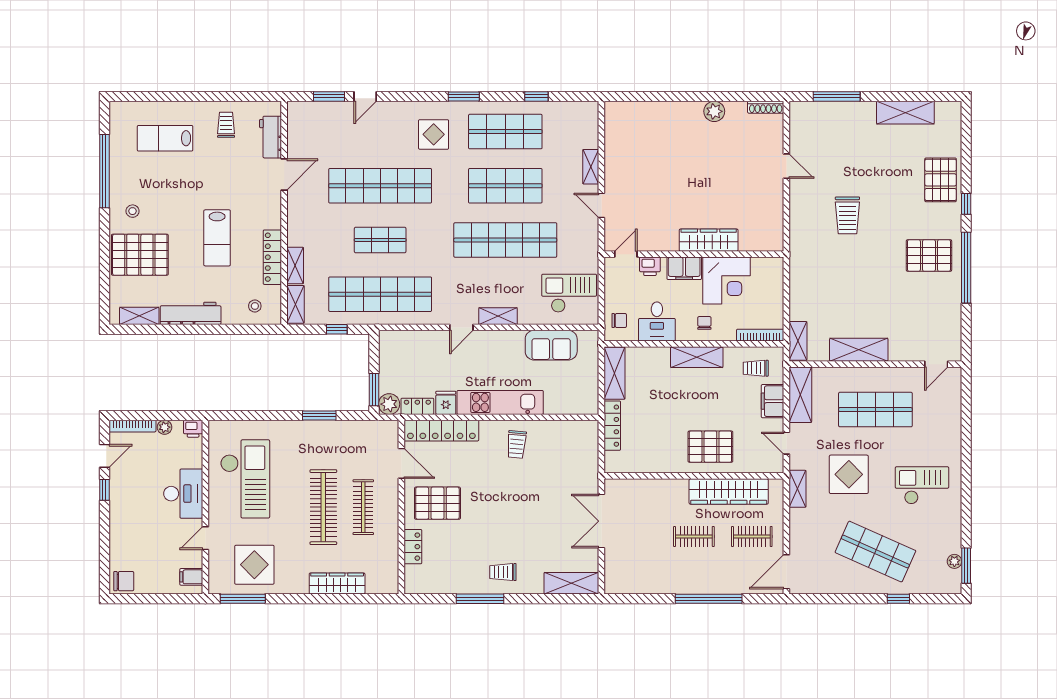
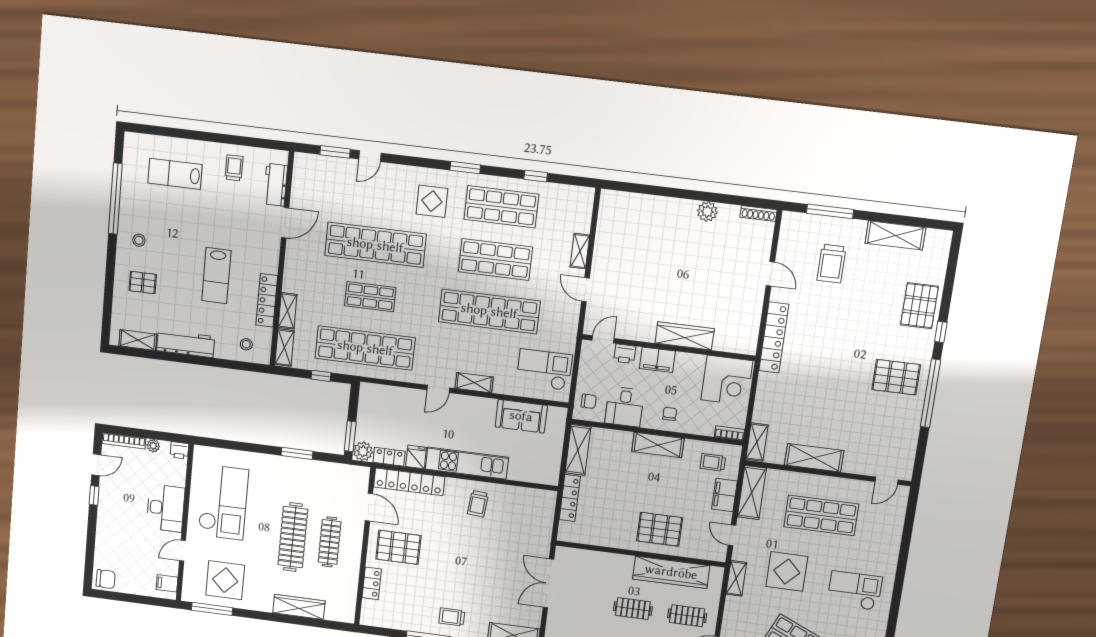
trolley: (847, 215) -> (831, 264), moved
locker: (799, 230) -> (774, 337), added
pallet: (140, 255) -> (143, 283), width x0.49, depth x0.50
corner desk: (726, 281) -> (727, 380), moved
bookcase: (760, 335) -> (730, 433), width x0.64

